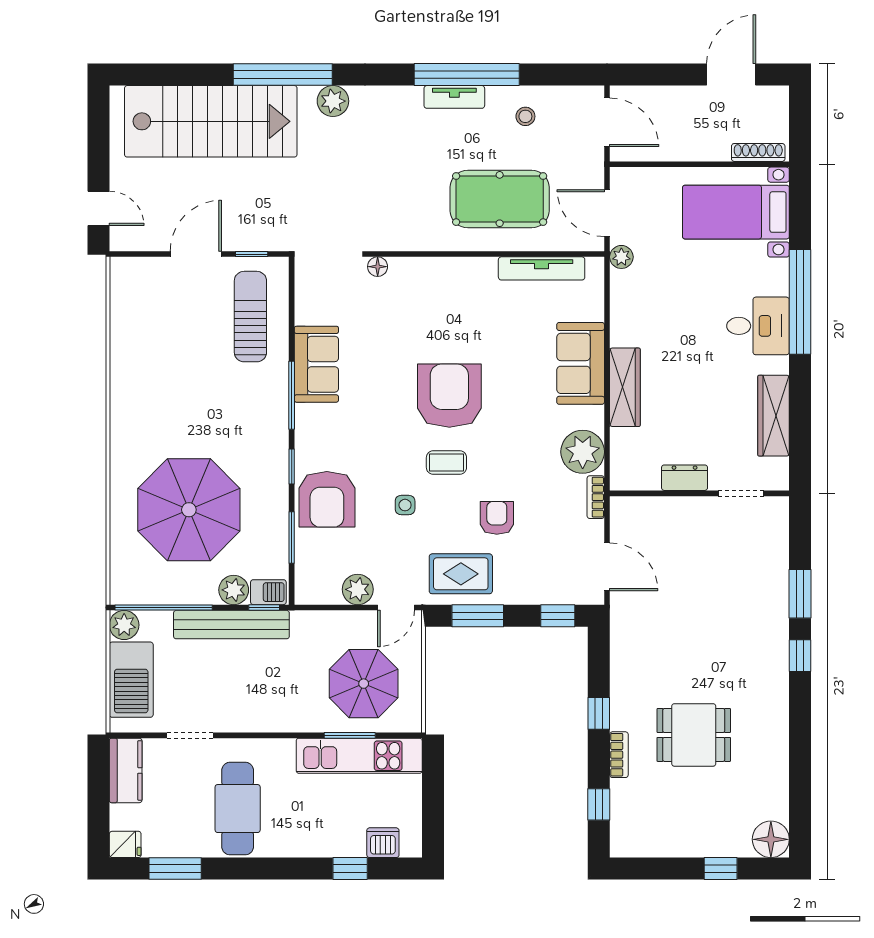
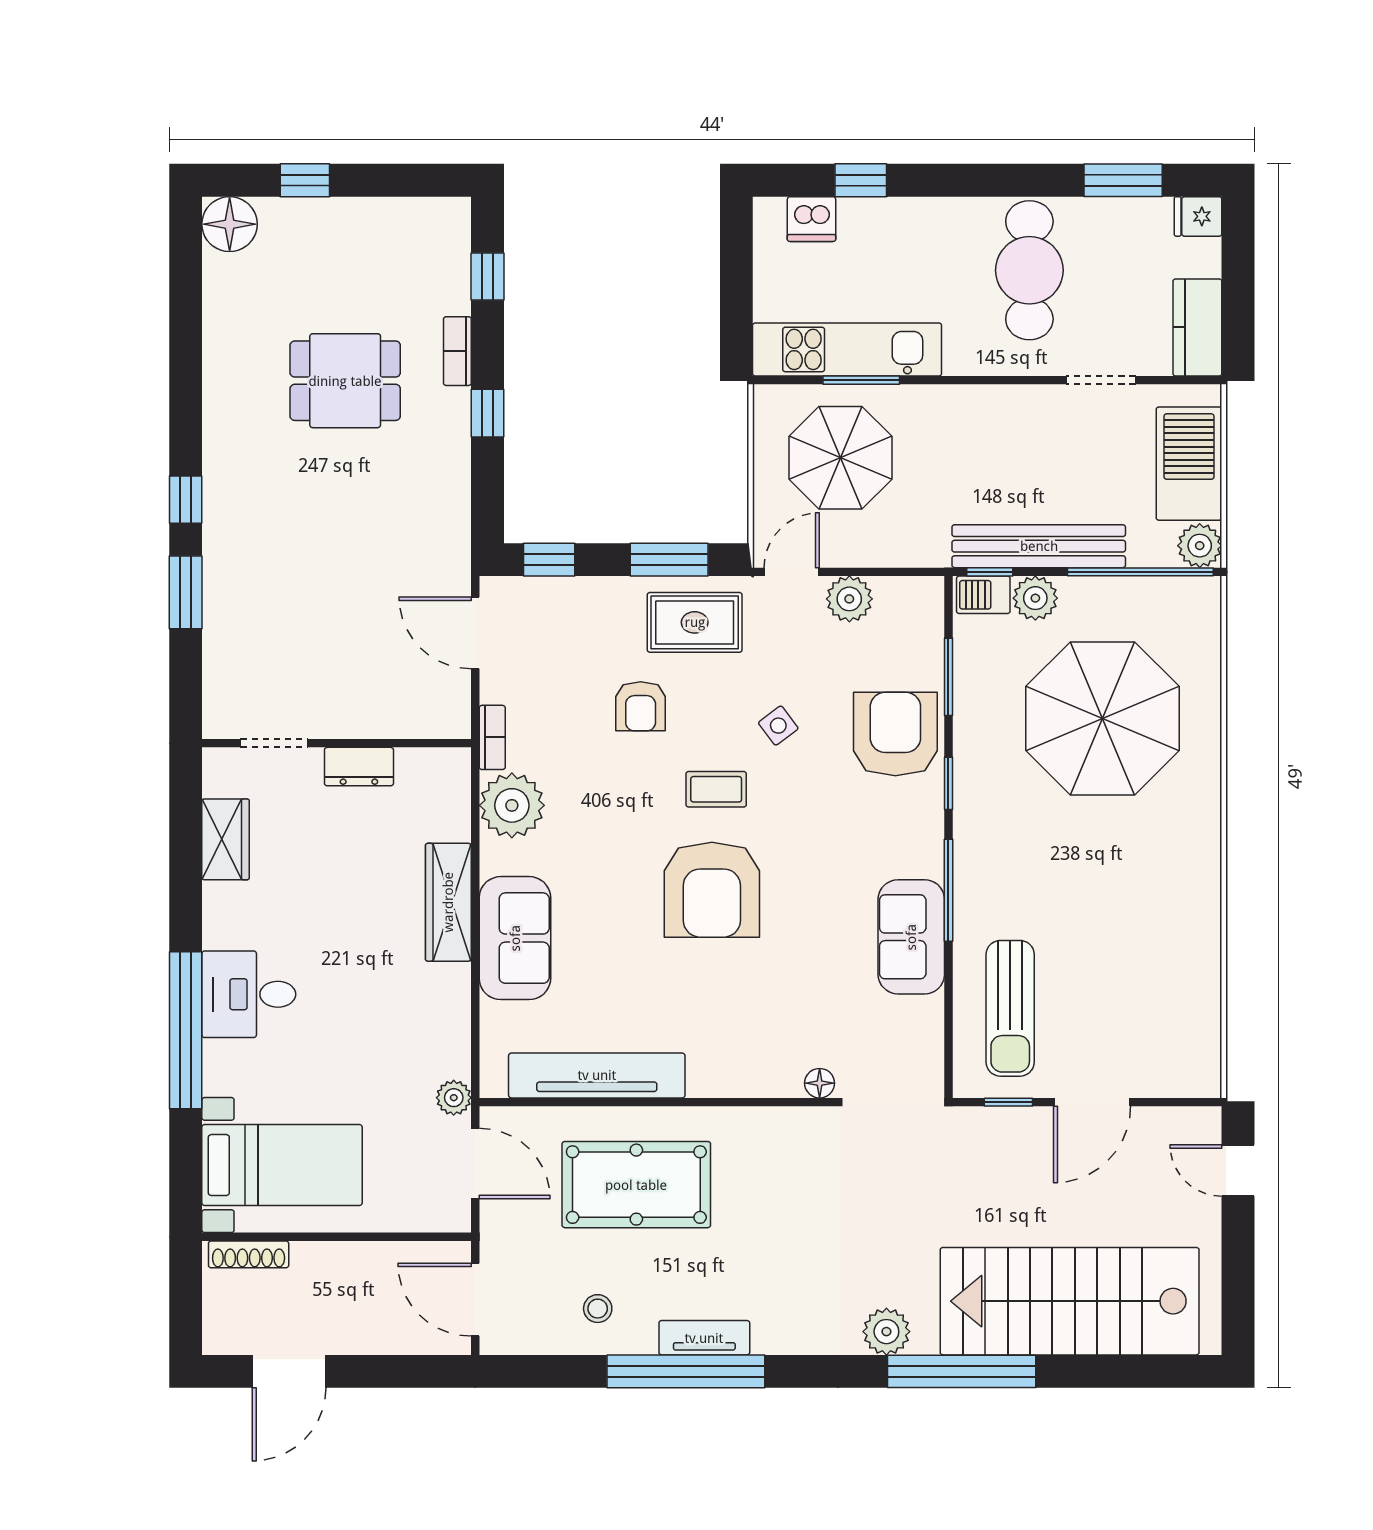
tv unit: (542, 268) -> (597, 1075), width x1.36, depth x1.29
wardrobe: (774, 416) -> (226, 839), width x0.67
side table: (405, 505) -> (778, 726), turned -37

